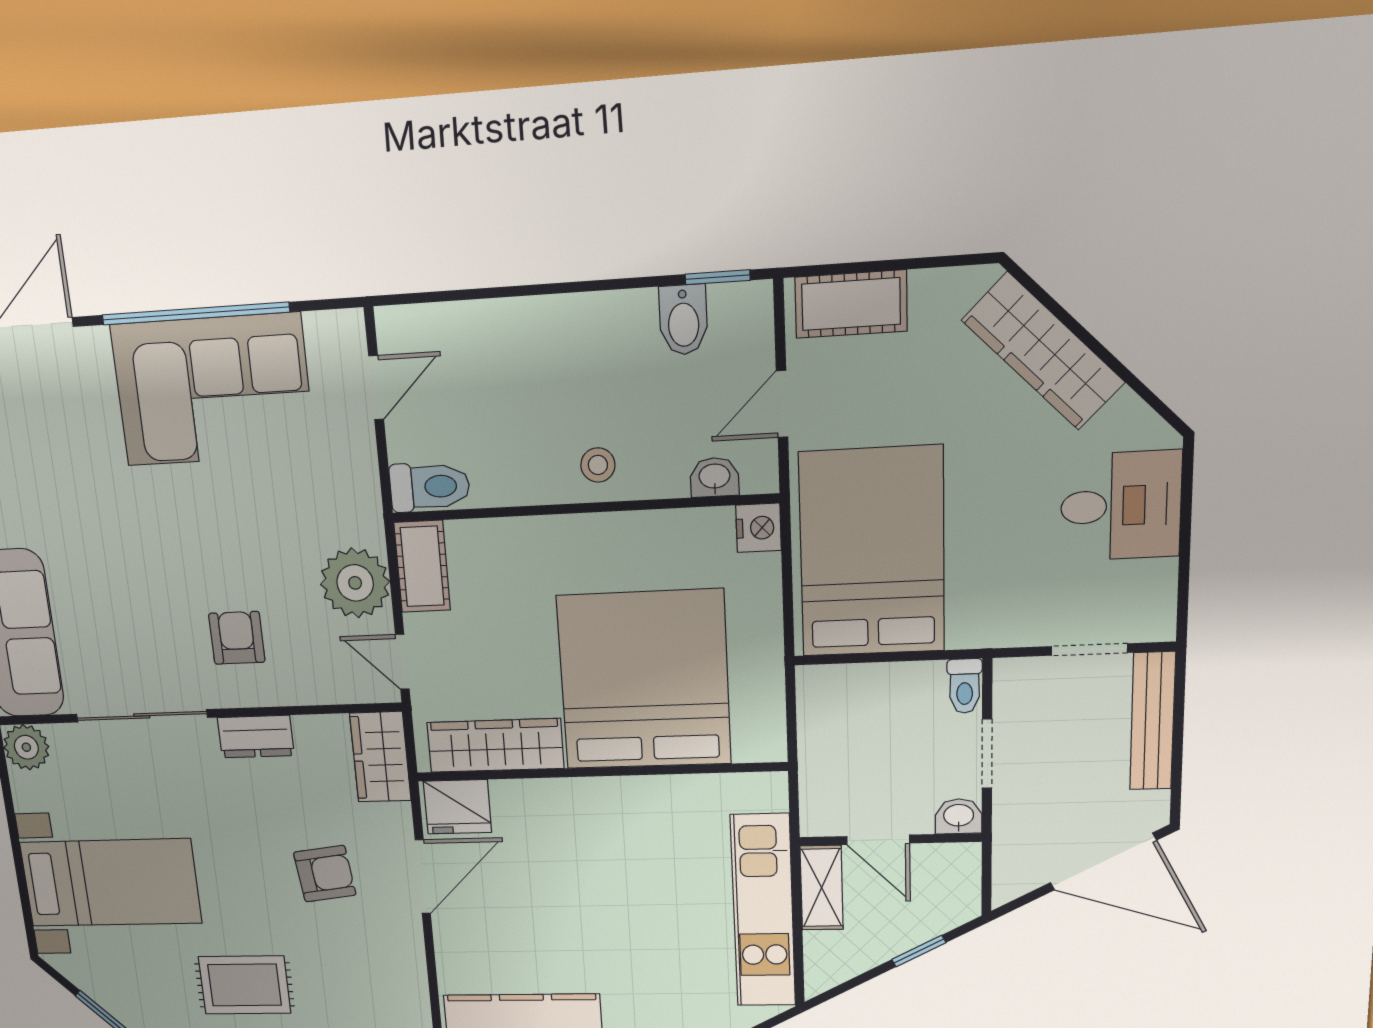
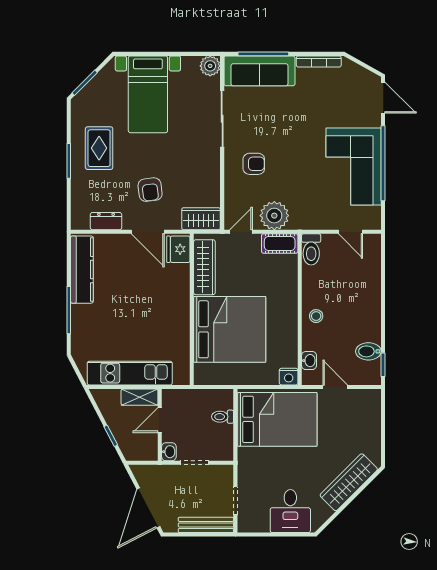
cot: (851, 304) -> (370, 413), removed
toilet: (965, 686) -> (223, 417), moved
dresser: (256, 737) -> (106, 221), moved, turned 90

